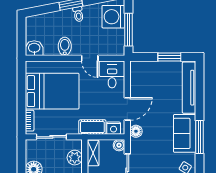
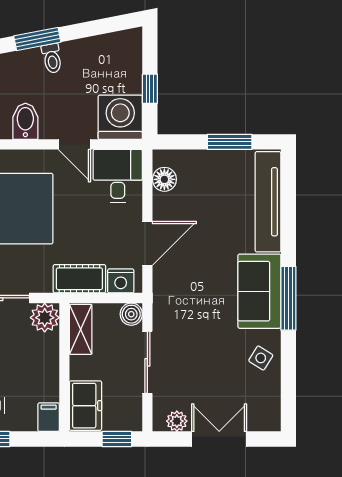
washing machine: (113, 17) -> (120, 117), moved, turned 90
window: (129, 30) -> (150, 89), width x0.46
floor lamp: (136, 131) -> (164, 179), moved
plant: (75, 158) -> (45, 318), moved

